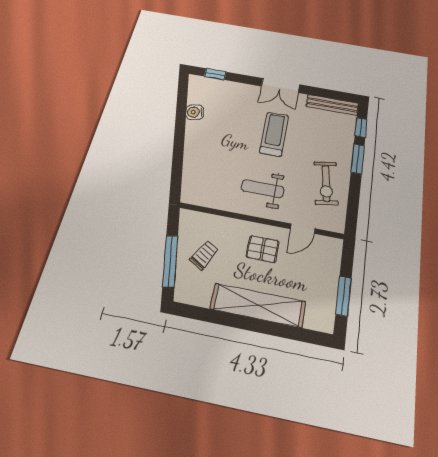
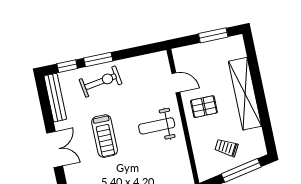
treadmill: (274, 134) -> (105, 136), turned -90
exercise bike: (326, 183) -> (101, 82), moved
weight bench: (263, 189) -> (157, 126), turned 90
pallet: (263, 249) -> (204, 107), turned 90

